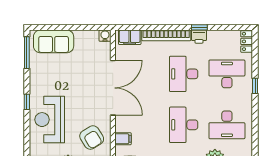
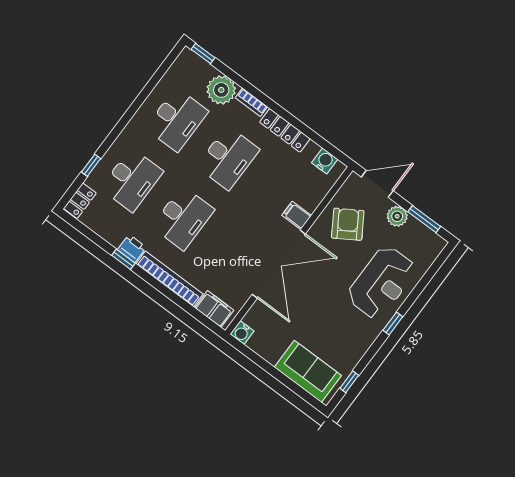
window: (27, 53) -> (349, 382), width x0.46
desk: (227, 74) -> (132, 180), turned -90
window: (255, 86) -> (91, 165), moved
double door: (113, 88) -> (279, 264), swing flipped
desk: (227, 125) -> (177, 120), turned 90
filing cabinet: (123, 139) -> (297, 215), moved

